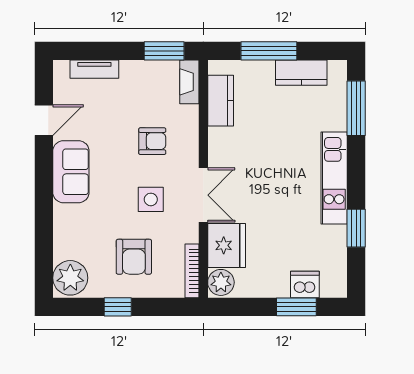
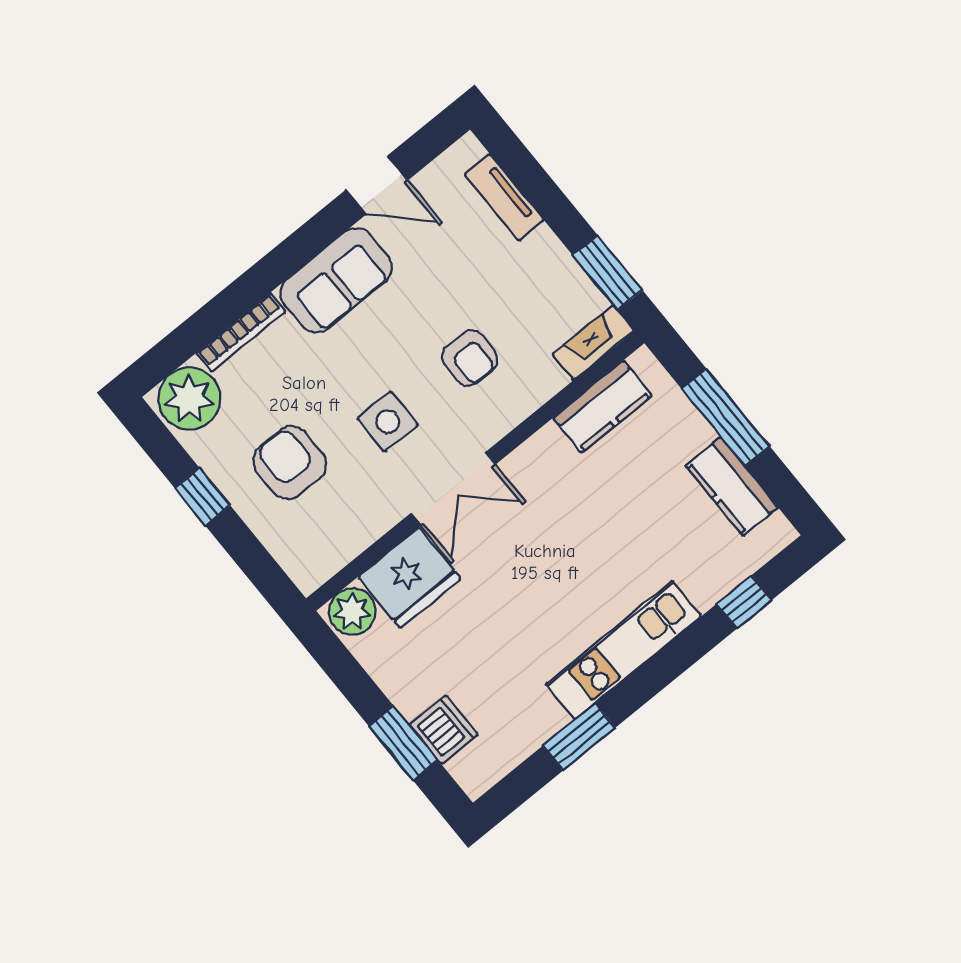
window: (356, 108) -> (744, 602), width x0.46
armchair: (134, 257) -> (290, 463), turned 90
bookcase: (192, 271) -> (241, 332), moved, turned 180

